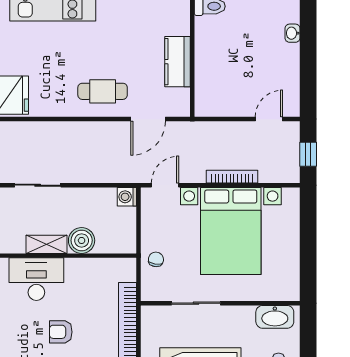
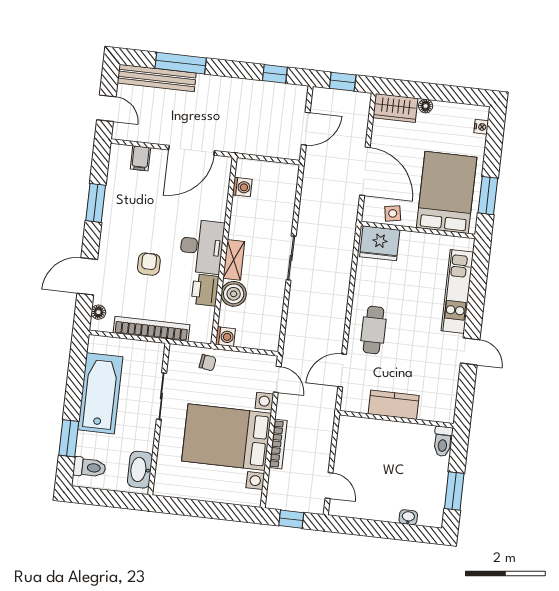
door: (148, 119) -> (342, 370), hinge flipped
washing machine: (127, 197) -> (225, 337), moved, turned 90
printer: (81, 271) -> (205, 290), added

